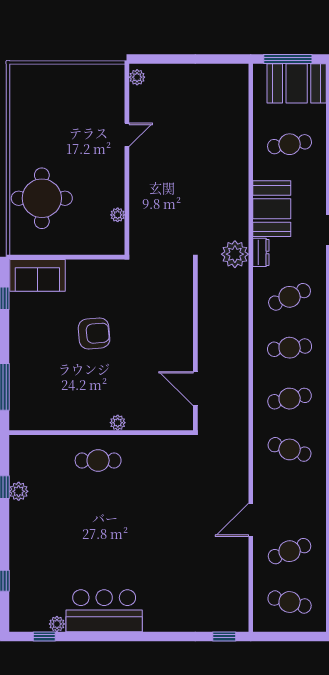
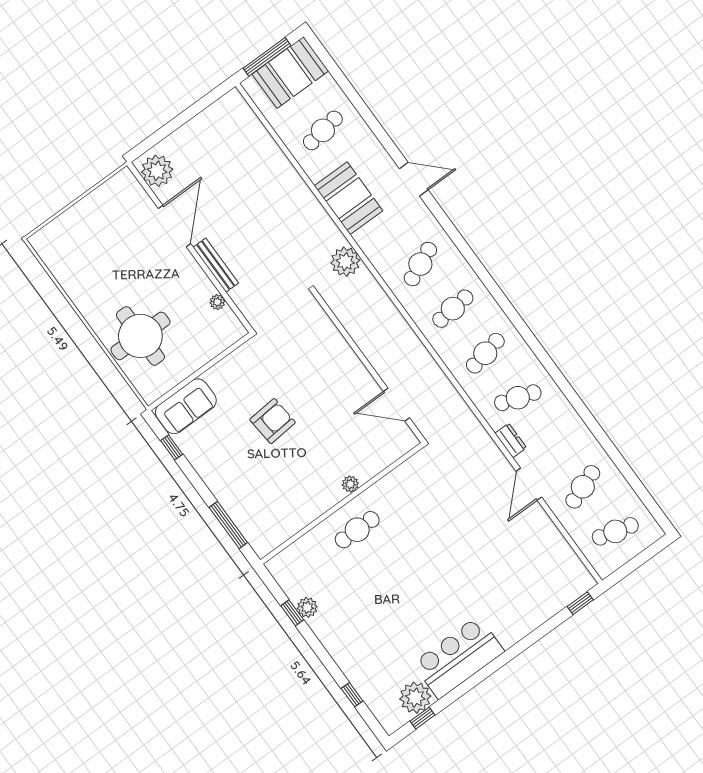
plant: (137, 77) -> (157, 171), width x1.87, depth x1.87
door: (127, 135) -> (174, 226), width x1.88
bench: (136, 186) -> (216, 265), added
dresser: (261, 252) -> (511, 440), moved
plant: (57, 624) -> (415, 698), width x1.88, depth x1.88

